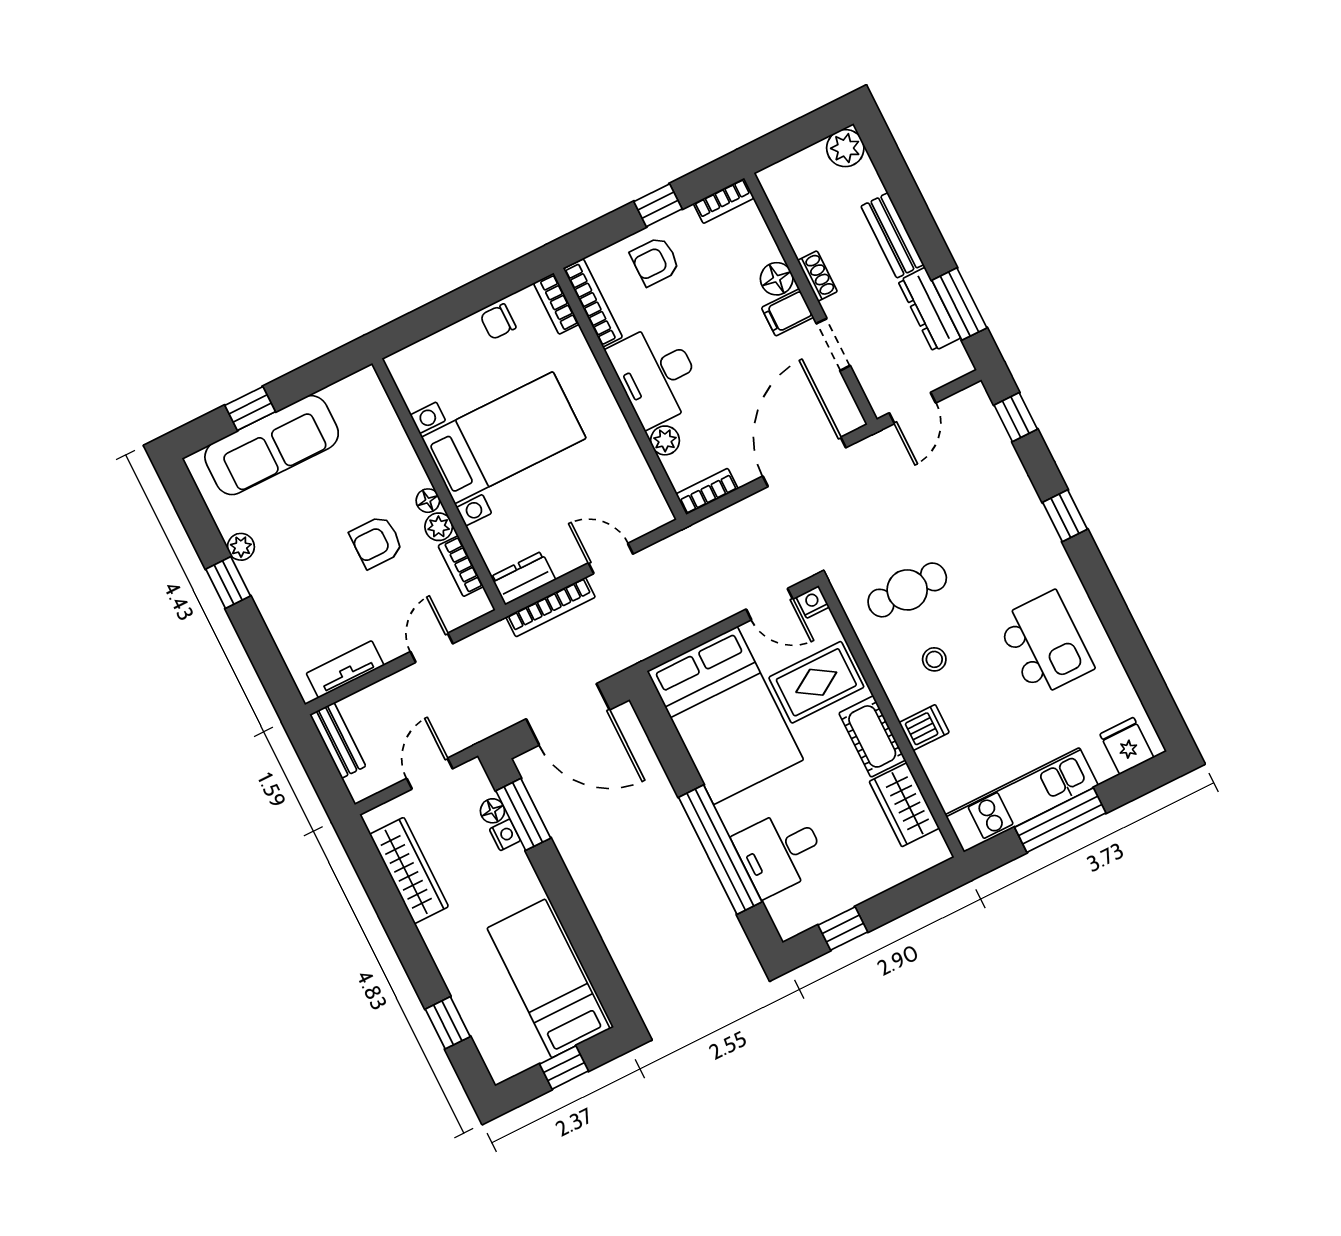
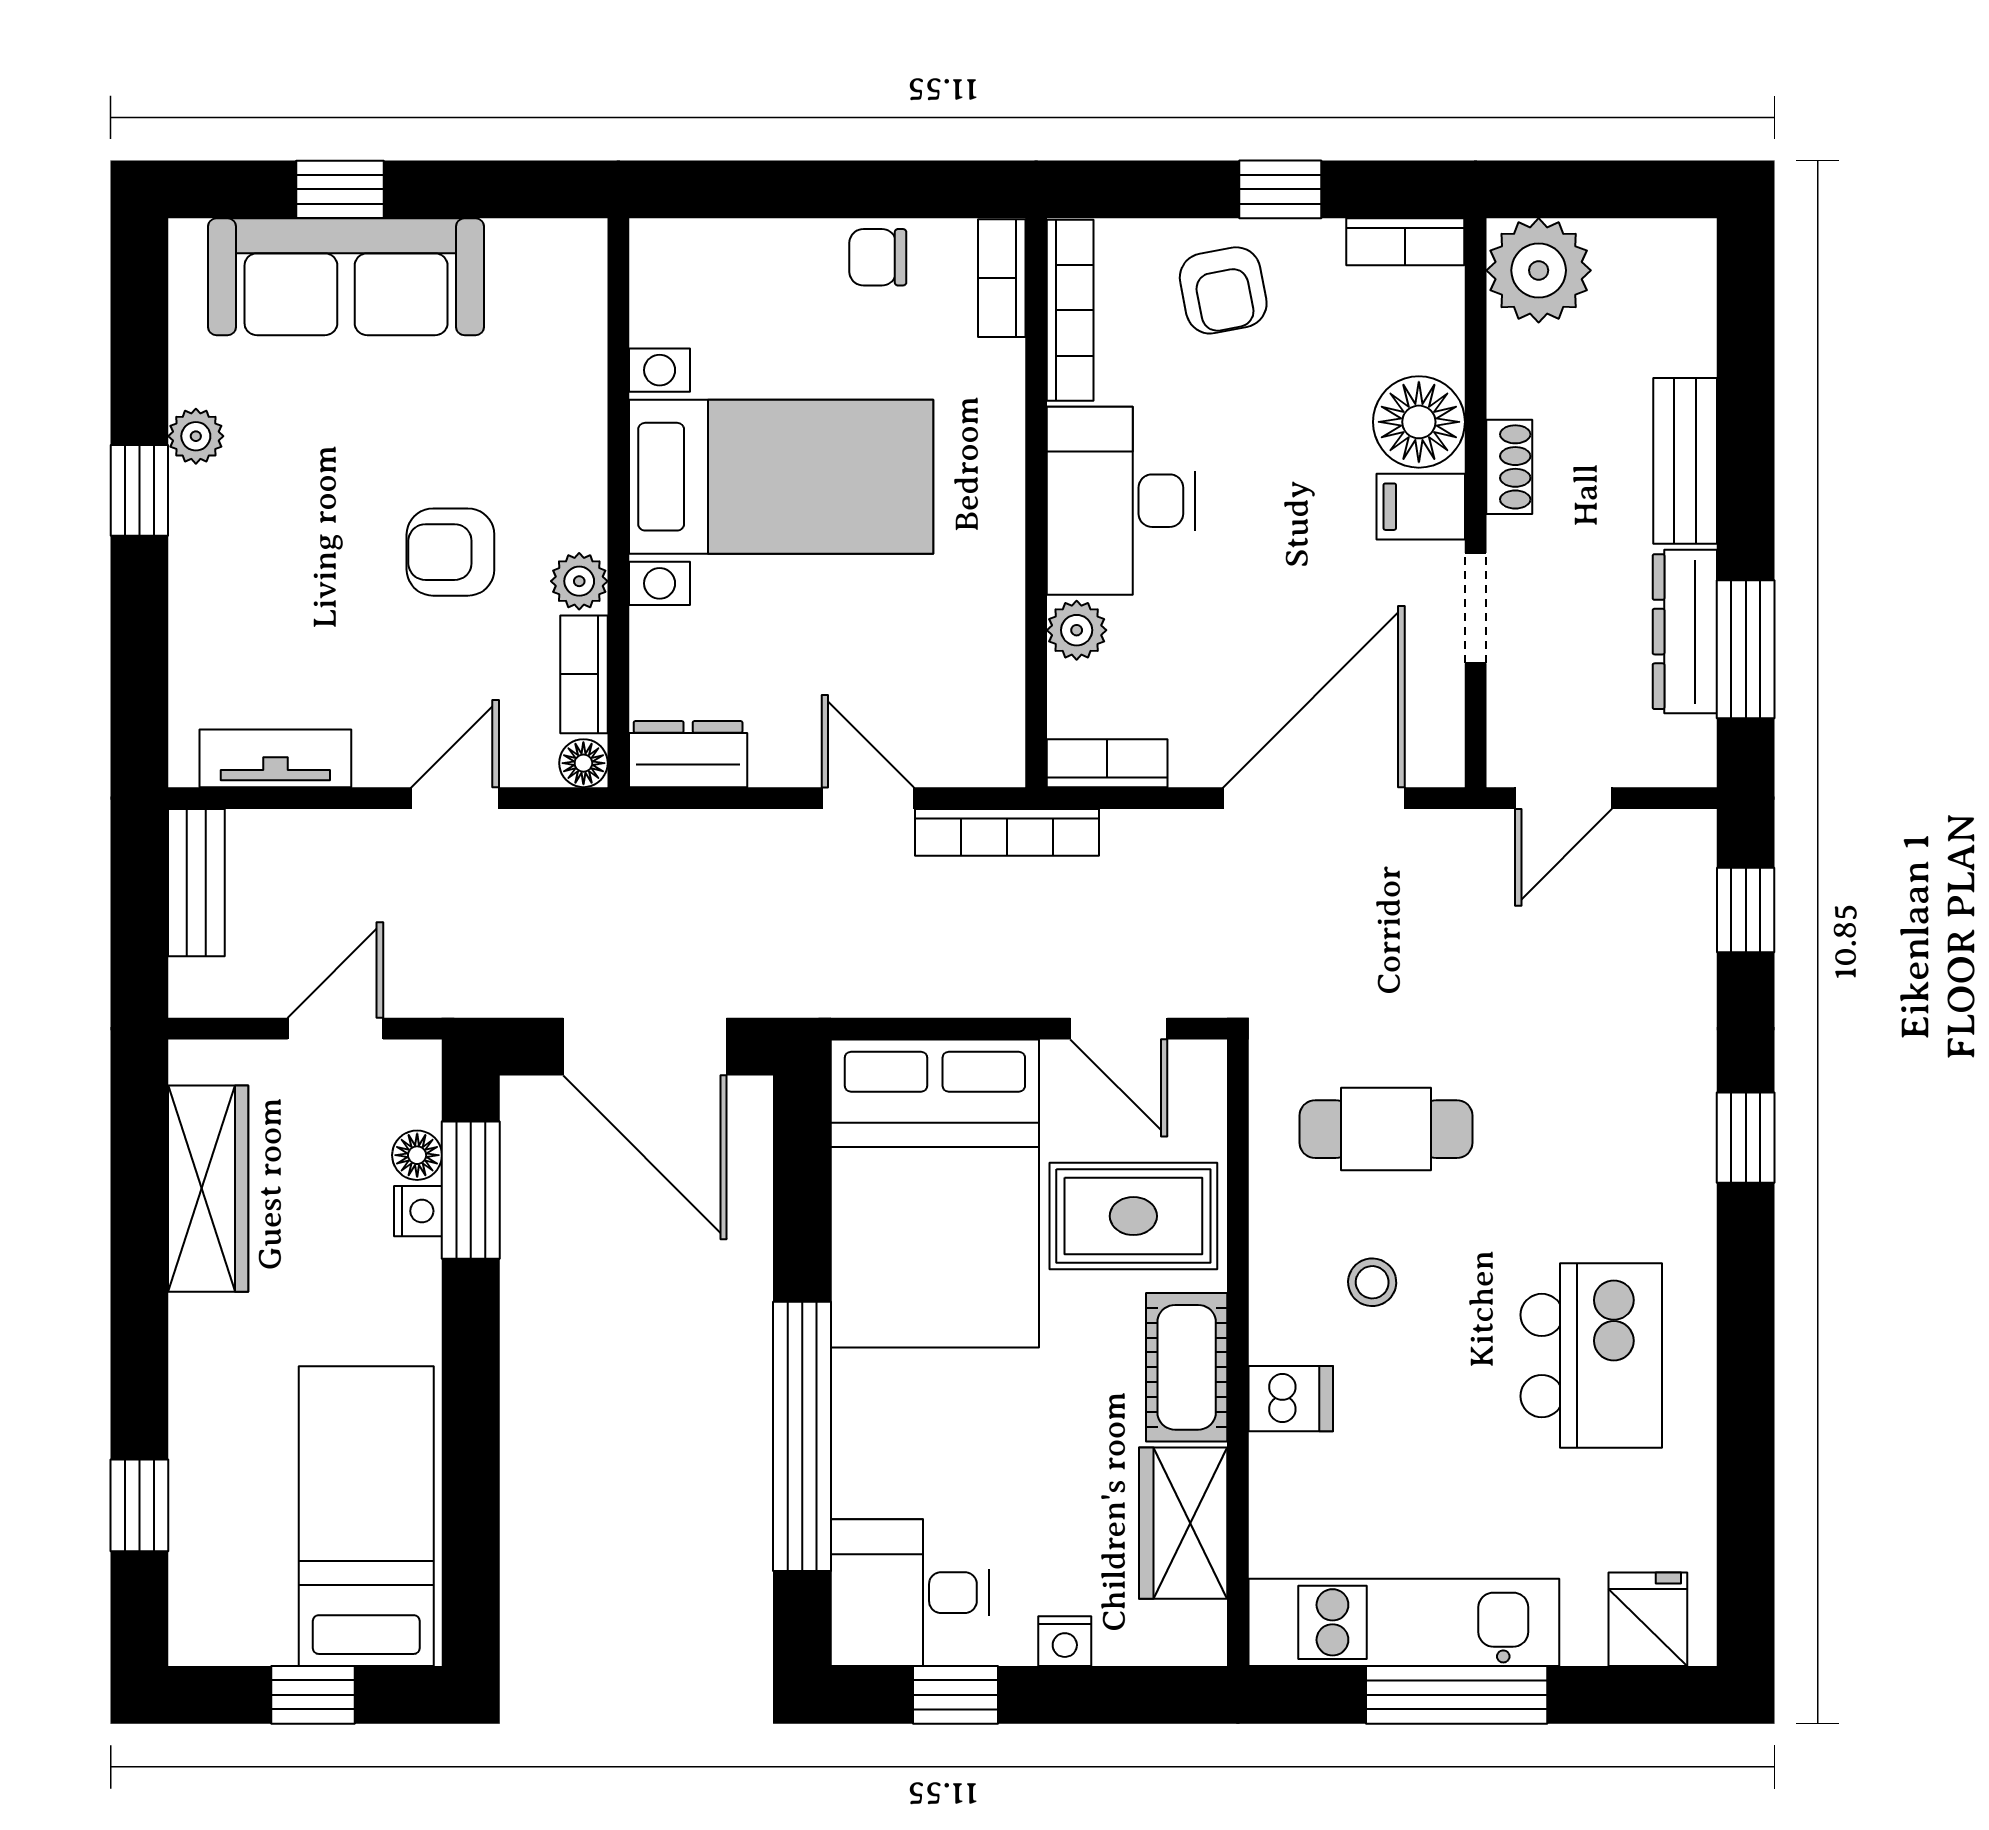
plant: (845, 148) -> (1539, 270), moved, width x1.36, depth x1.36
armchair: (655, 261) -> (1223, 290), turned -101
floor lamp: (777, 279) -> (1419, 422), width x1.38, depth x1.38
floor lamp: (428, 501) -> (583, 763), moved
nightstand: (813, 602) -> (1065, 1641), moved, turned 180
bookcase: (551, 607) -> (1007, 832), moved
desk: (780, 852) -> (910, 1593), moved

